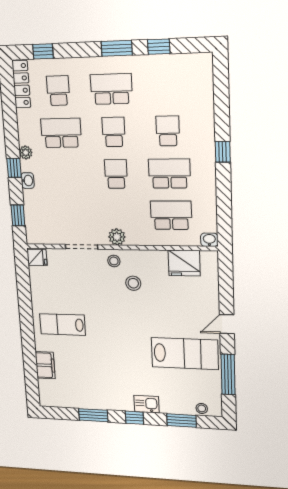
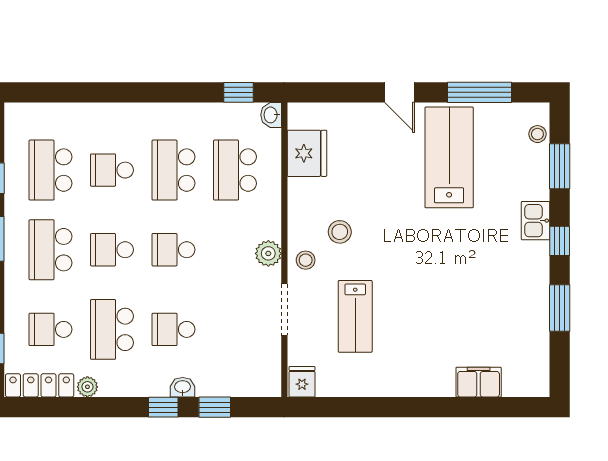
school desk: (166, 87) -> (50, 170), added
window: (223, 152) -> (239, 92), moved
plant: (26, 153) -> (87, 387), moved
school desk: (64, 174) -> (173, 329), added
window: (18, 215) -> (215, 407), moved
lab bench: (62, 325) -> (355, 316), moved

